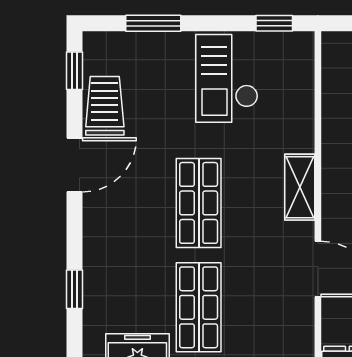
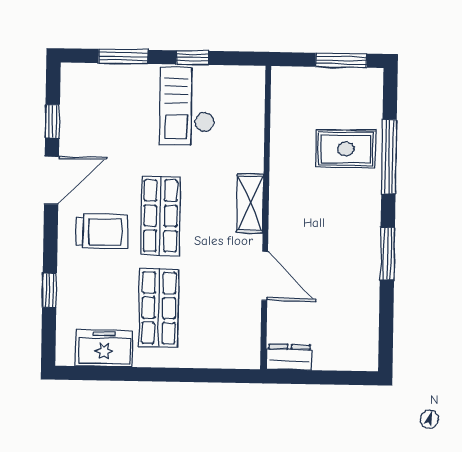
window: (274, 23) -> (193, 58), moved
window: (74, 71) -> (52, 121), moved
trolley: (105, 106) -> (101, 232), moved, turned 90

